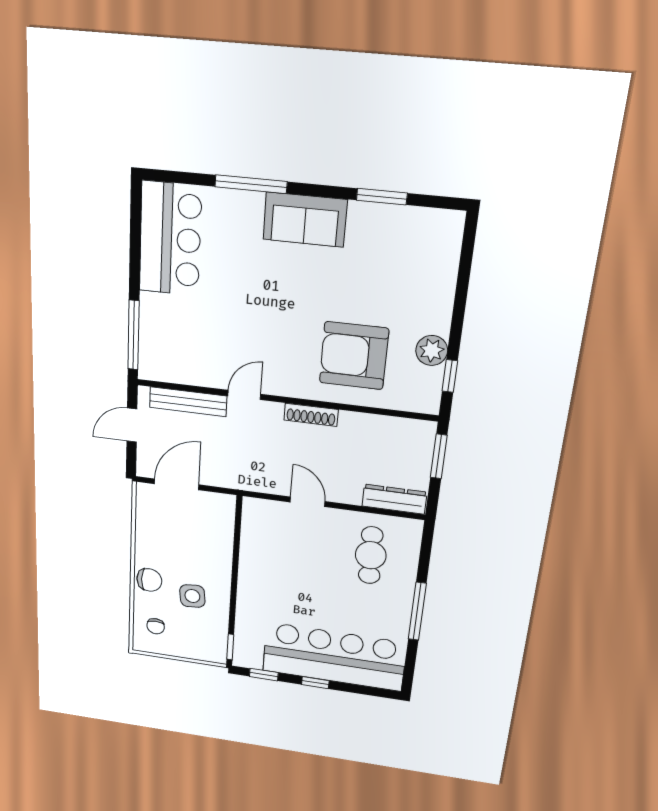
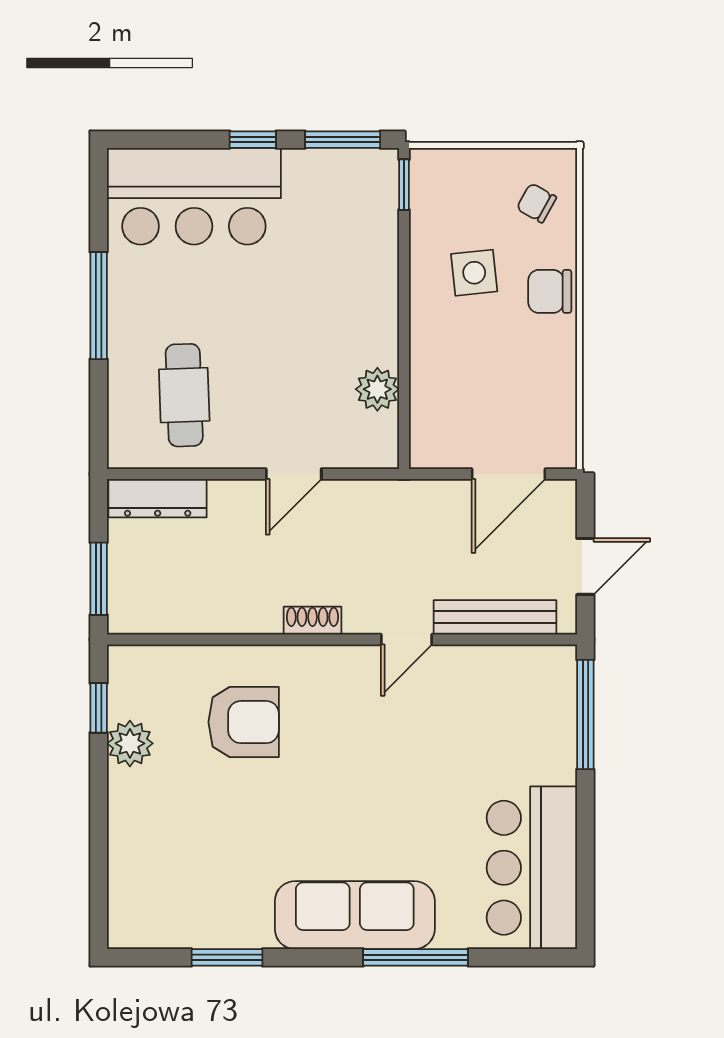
sofa: (305, 220) -> (355, 915), width x1.36
armchair: (354, 356) -> (244, 722), width x0.73, depth x0.73
shoe rack: (311, 415) -> (312, 621), width x0.70
door: (307, 502) -> (294, 474), hinge flipped
plant: (253, 542) -> (377, 389), added
chair: (156, 626) -> (536, 203), turned -61
bar counter: (334, 657) -> (194, 196), width x0.73
window: (264, 675) -> (343, 140), width x1.50

